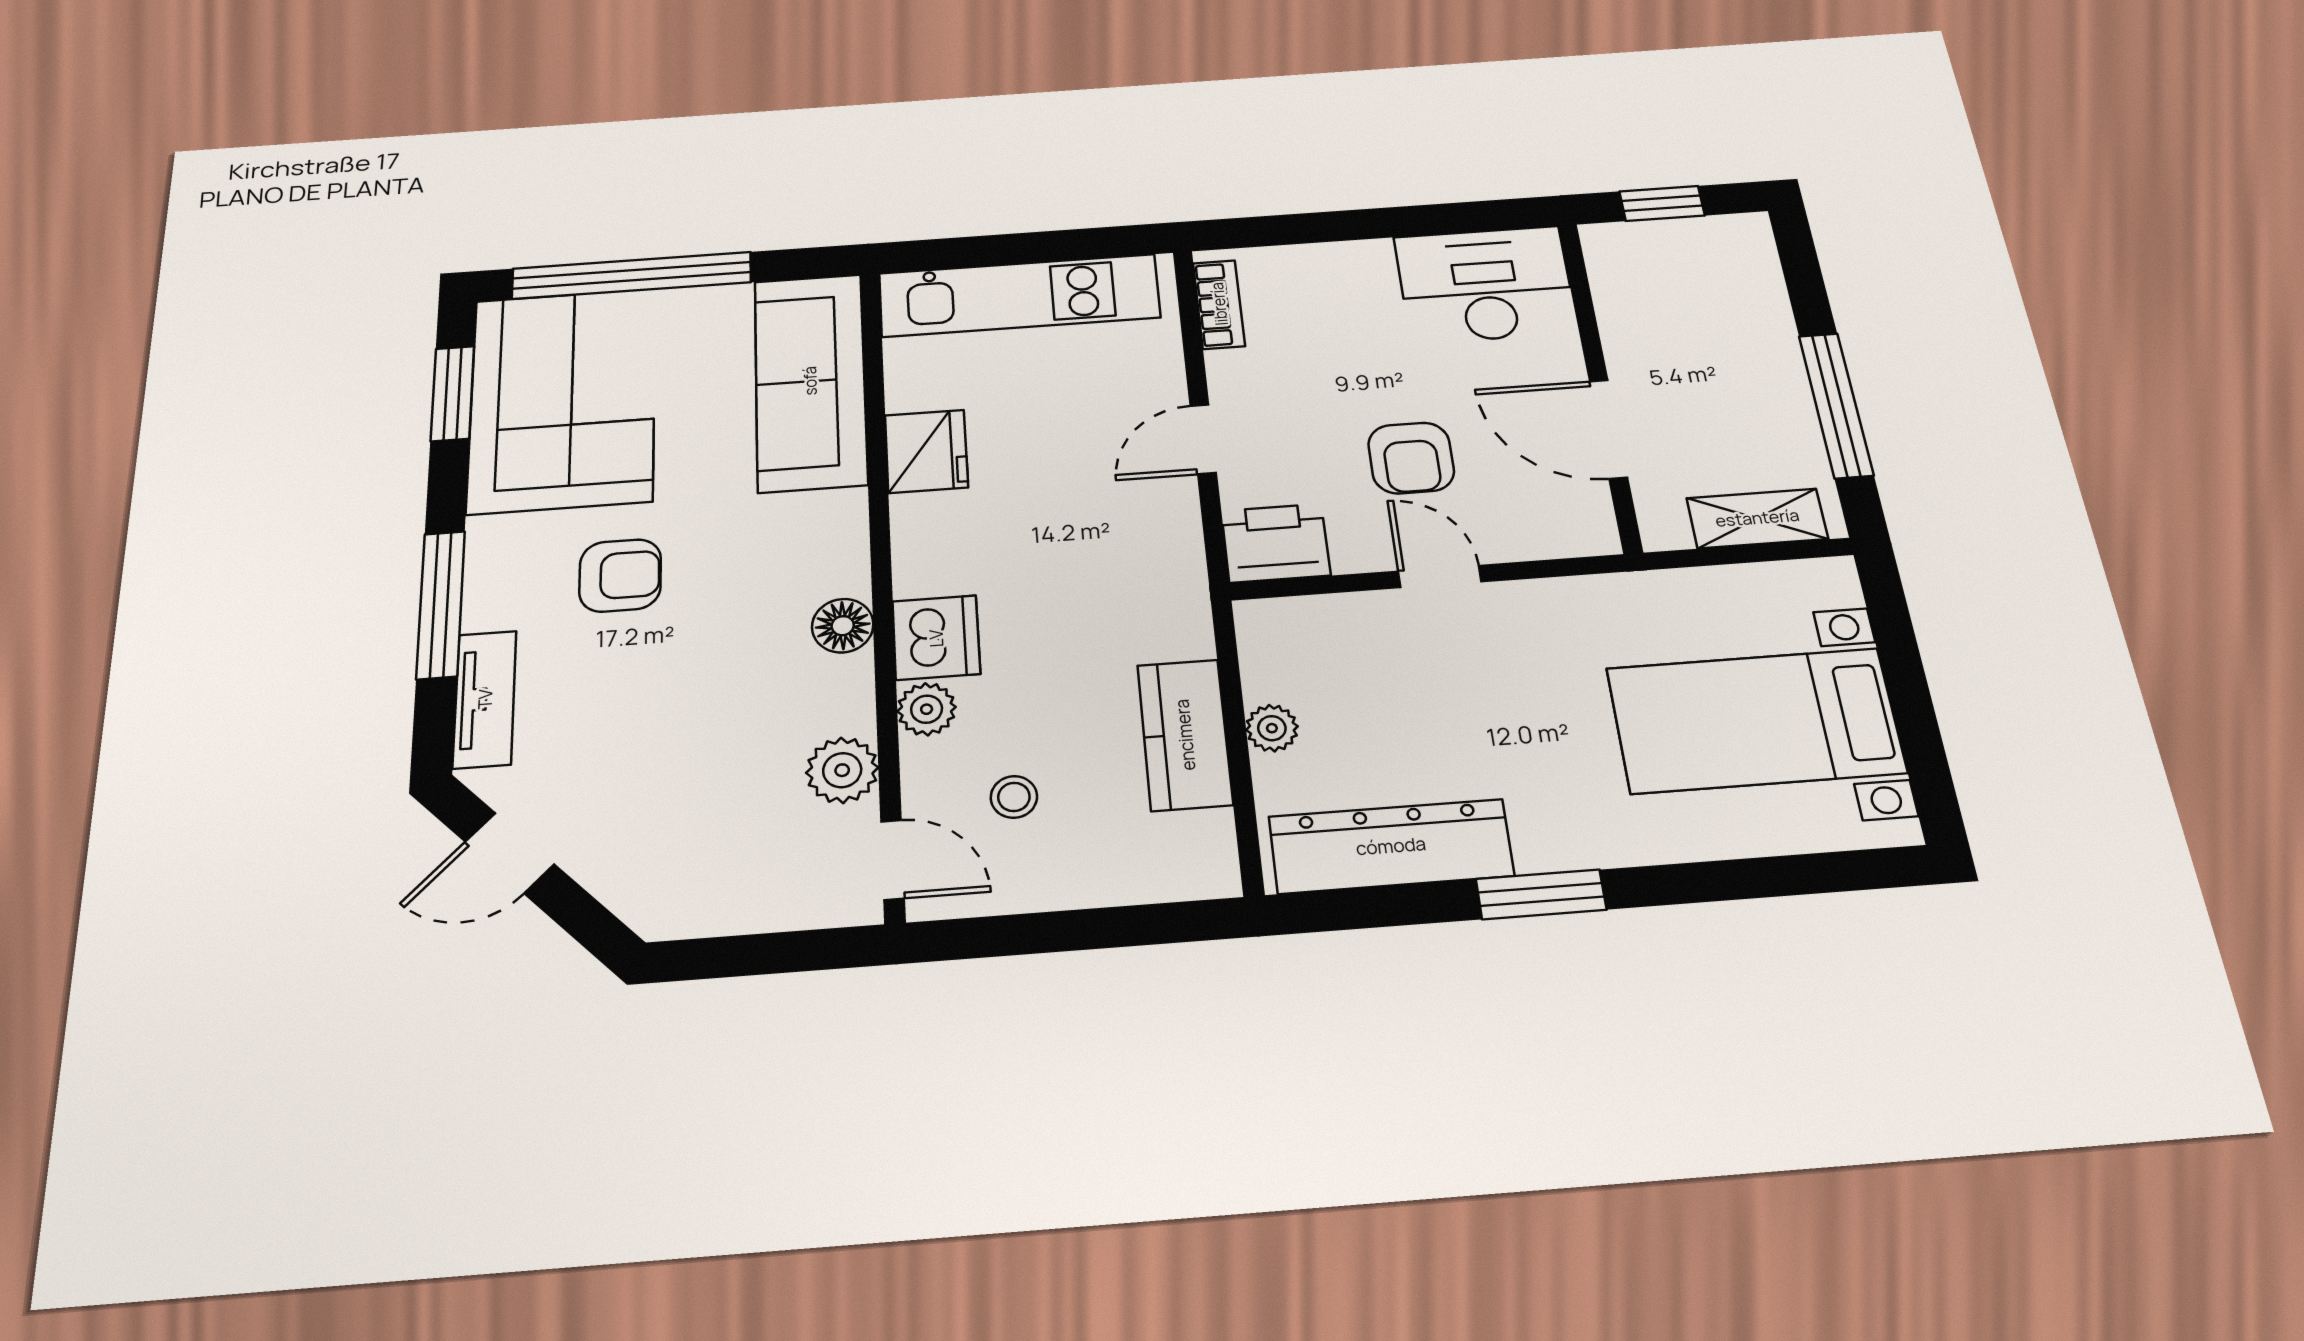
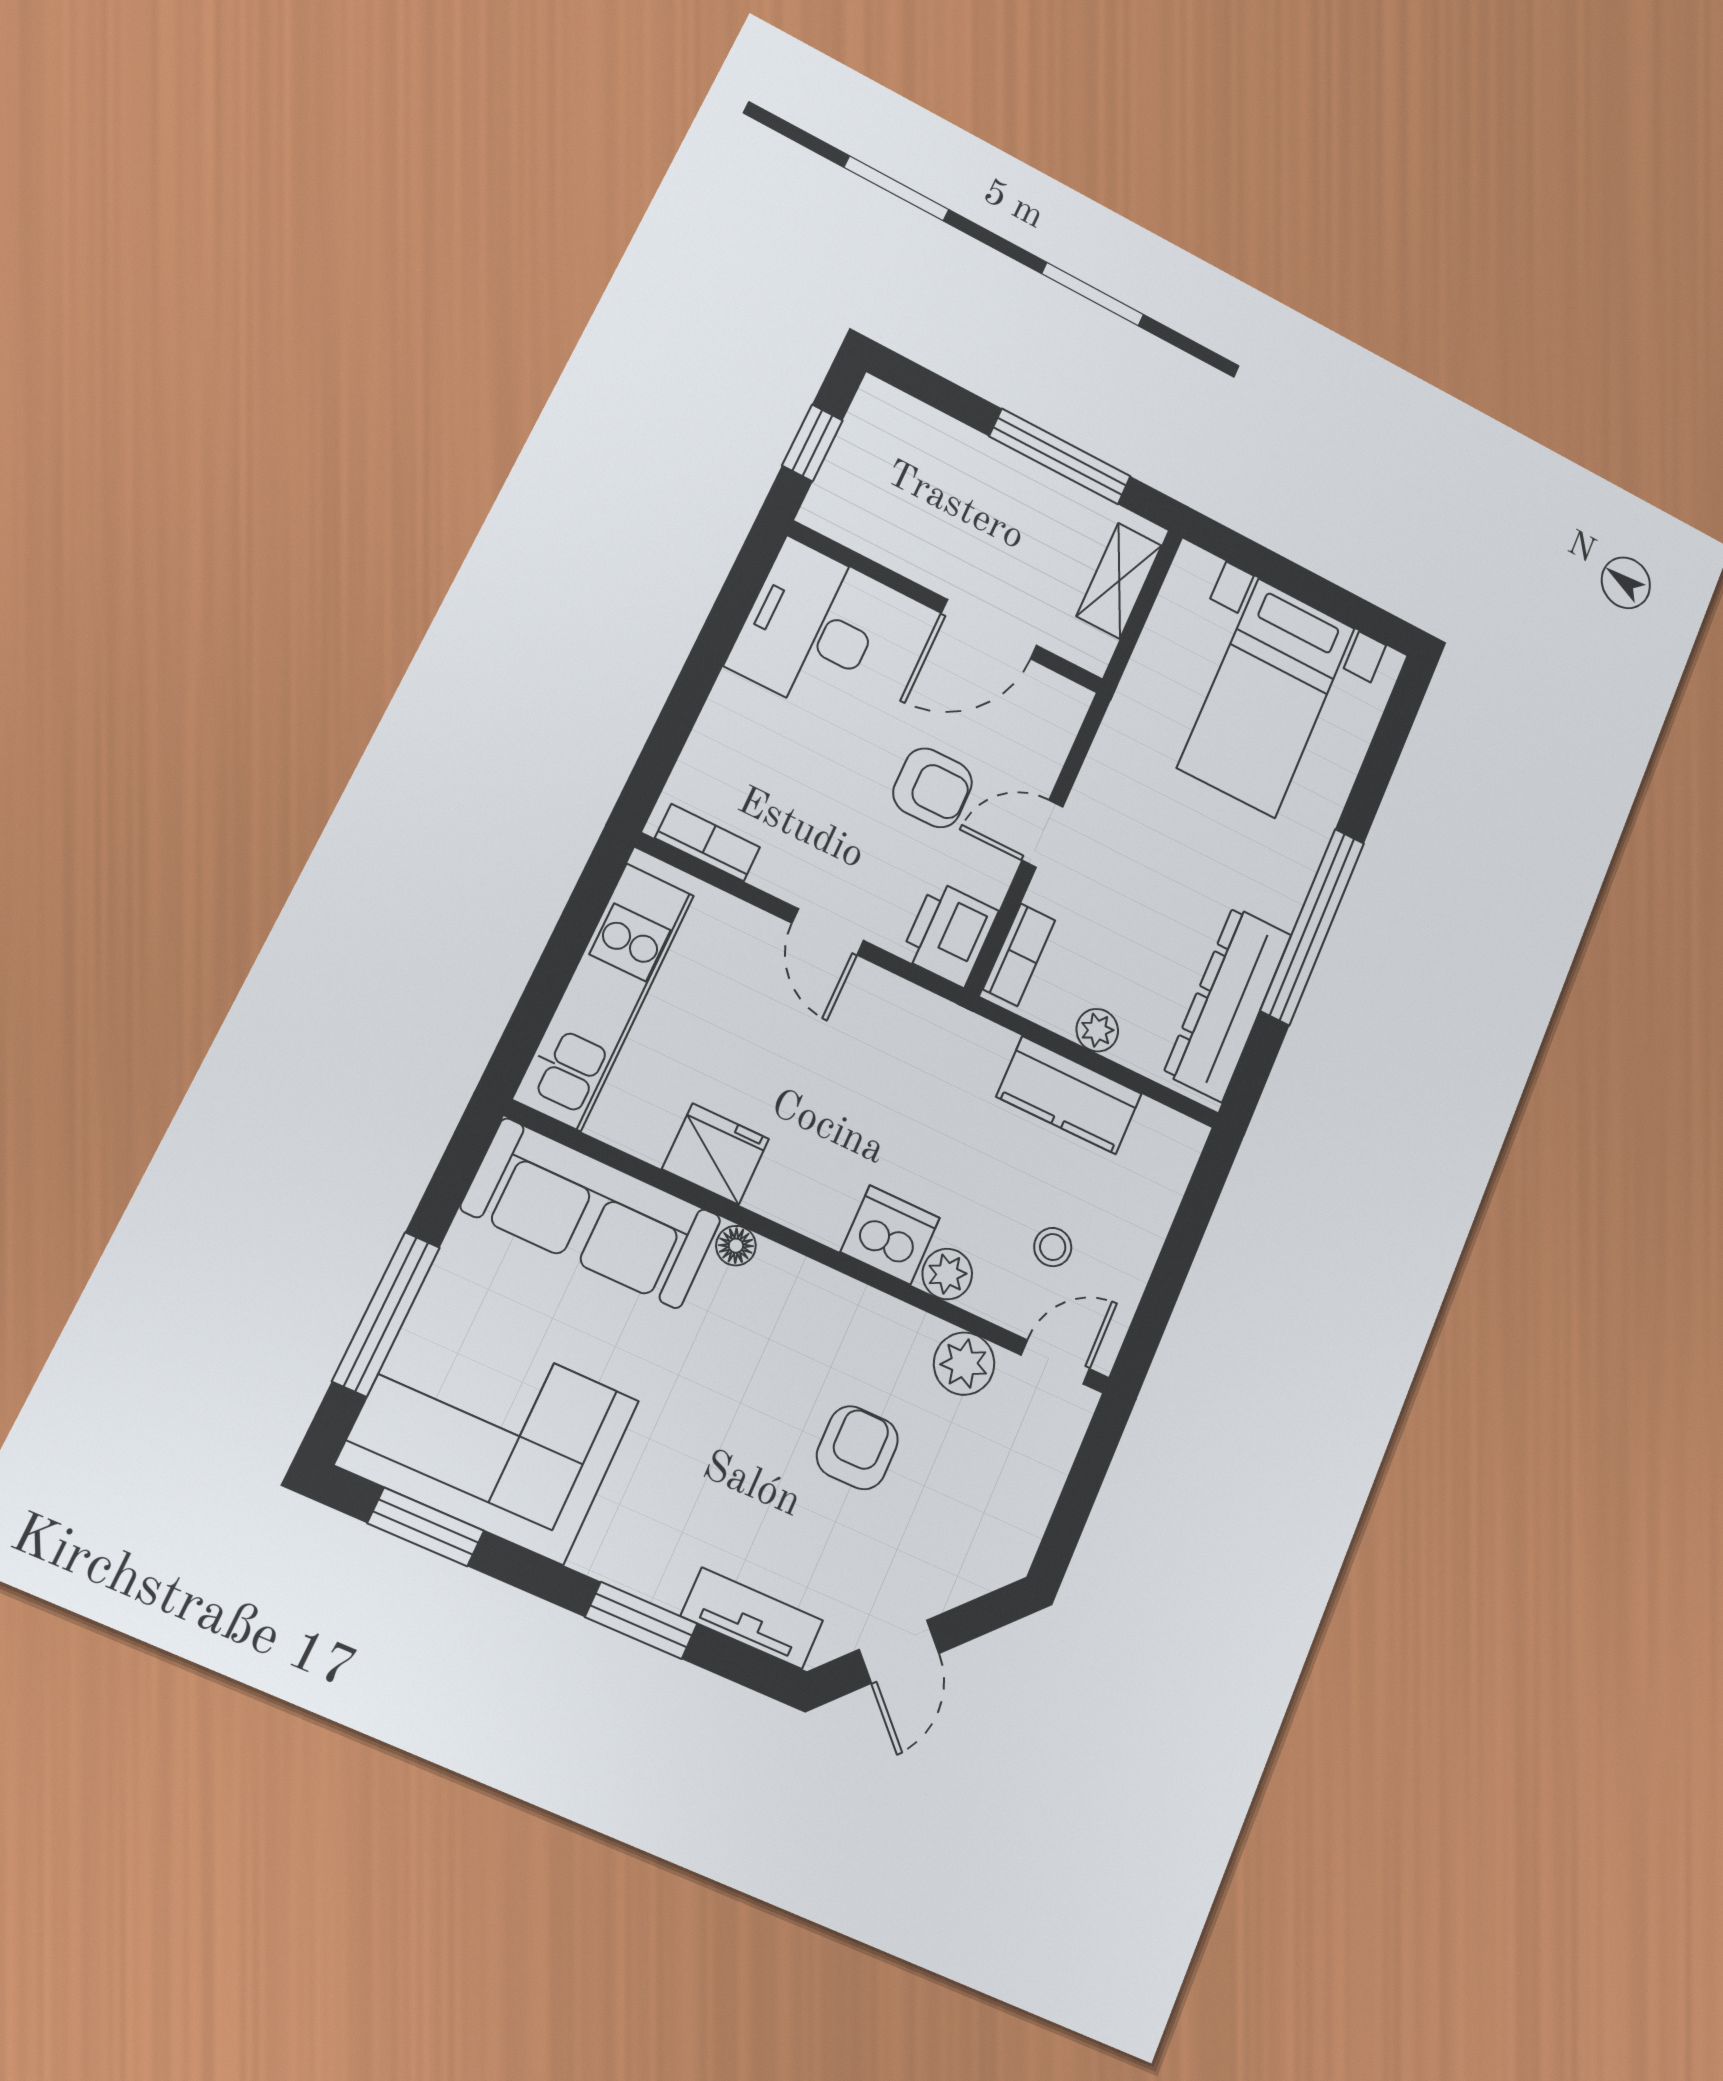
window: (632, 275) -> (386, 1314), width x0.68
armchair: (620, 575) -> (857, 1448), moved
window: (441, 604) -> (641, 1620), width x0.69
bookcase: (1299, 616) -> (1019, 955), added
floor lamp: (843, 626) -> (736, 1246), moved, width x0.73, depth x0.73
window: (1541, 894) -> (1312, 926), width x2.11

